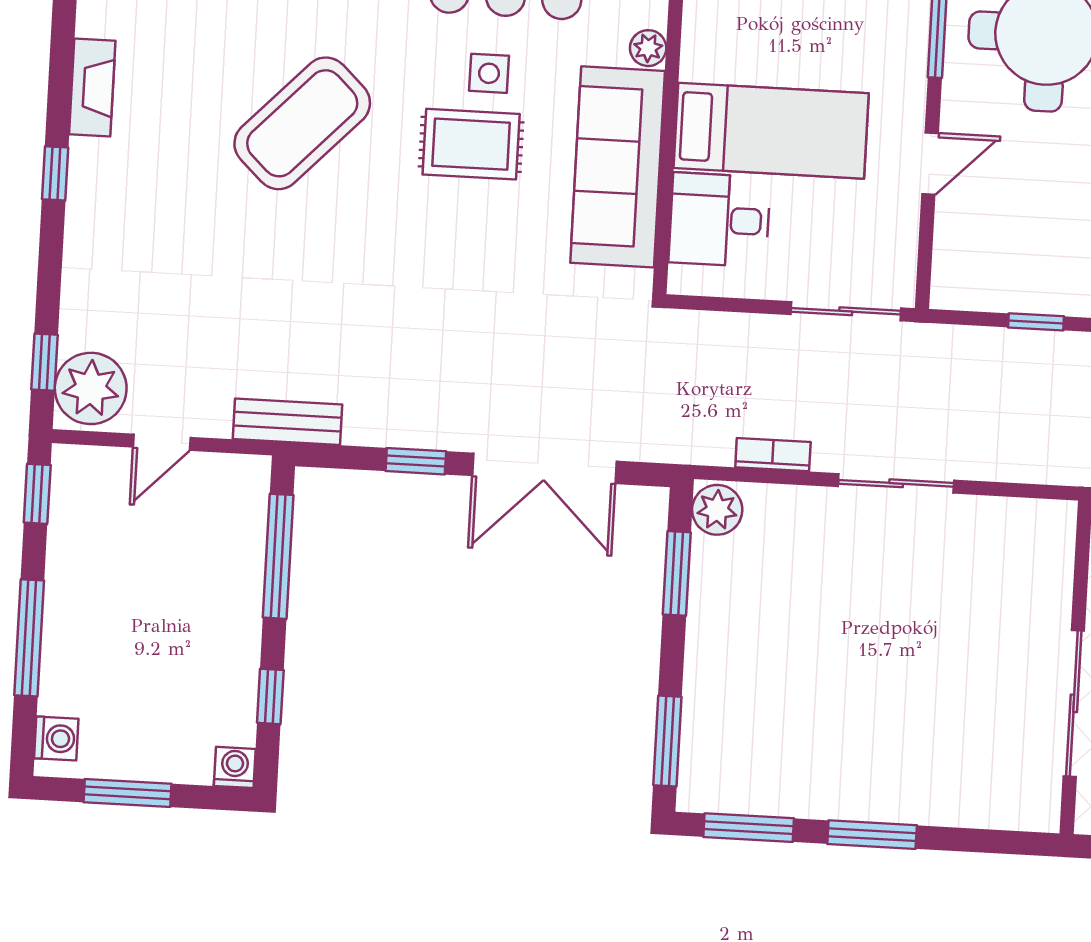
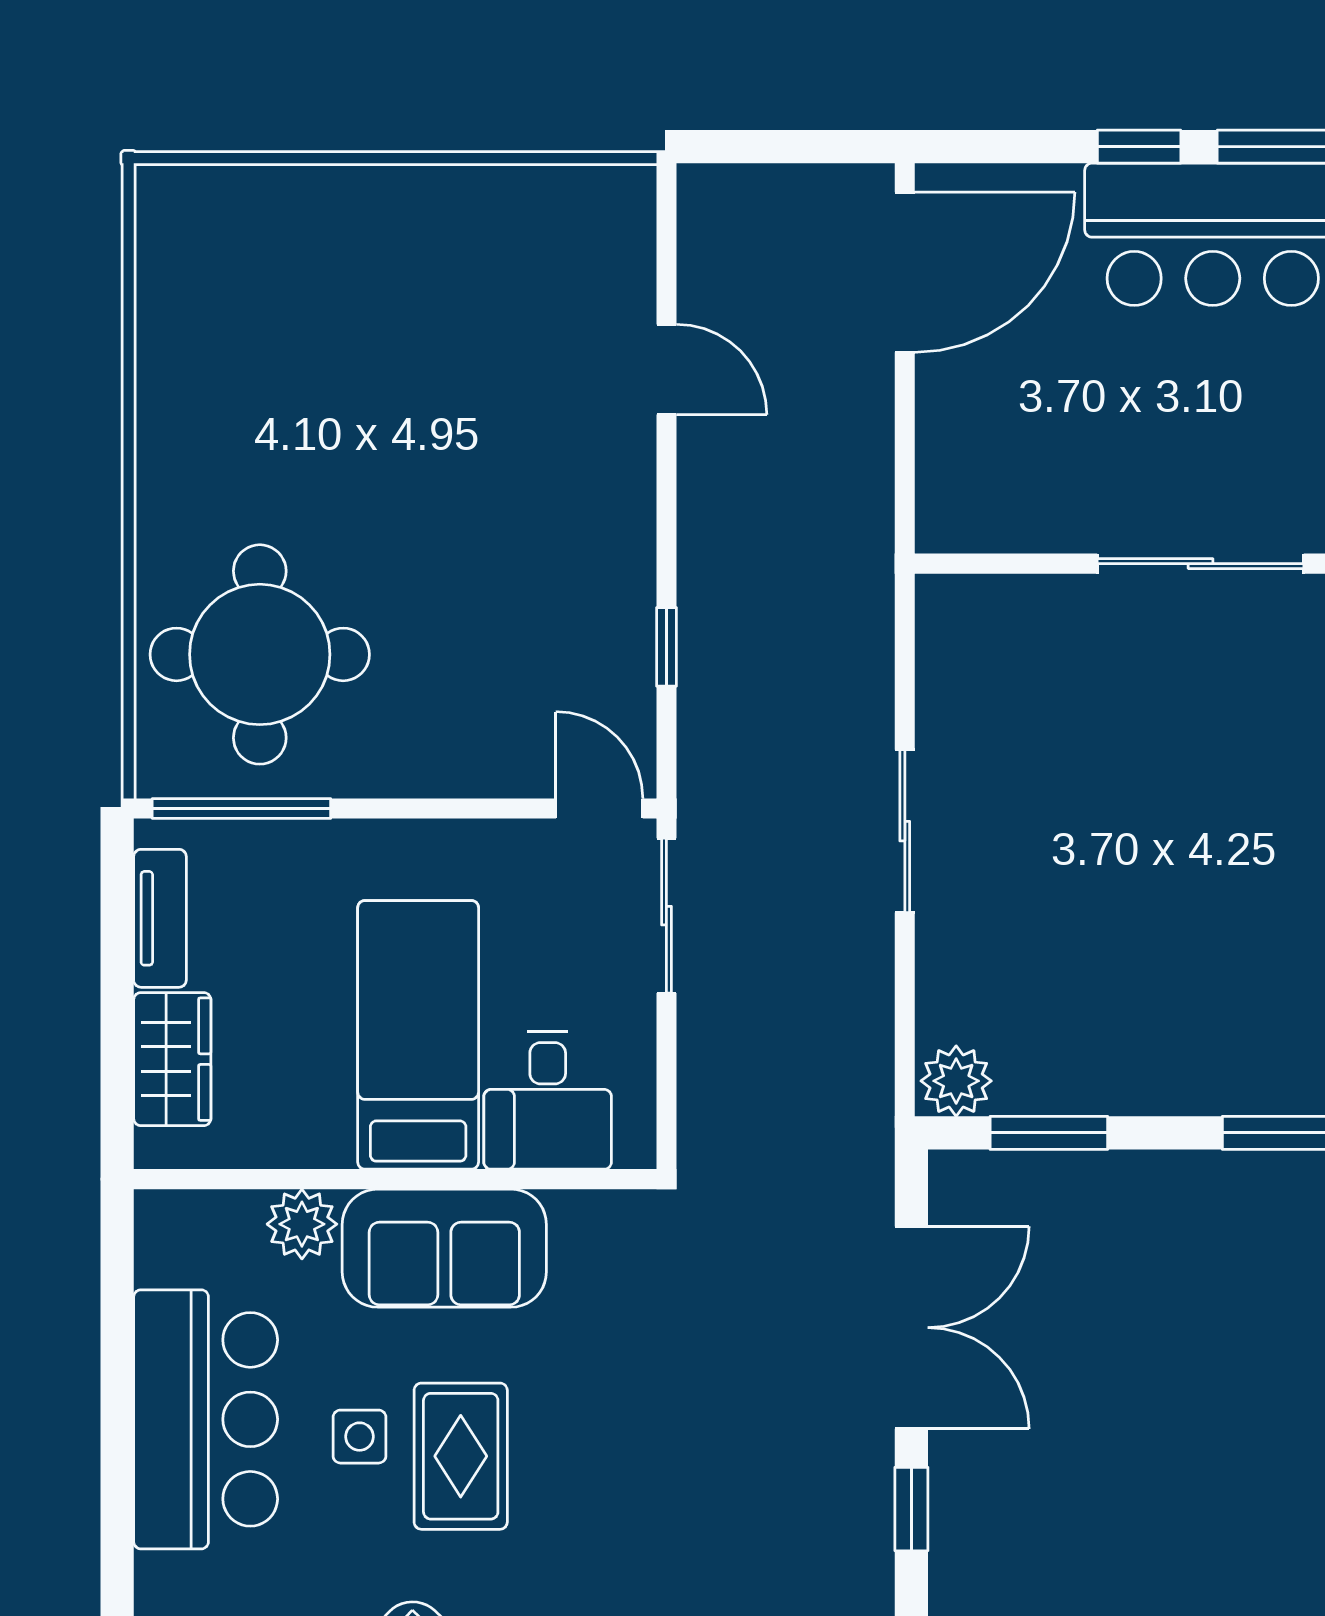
plant: (648, 48) -> (302, 1224), width x1.38, depth x1.38
door: (930, 164) -> (599, 808), moved
sofa: (618, 167) -> (444, 1248), width x0.73
bookcase: (773, 455) -> (874, 1007), removed

